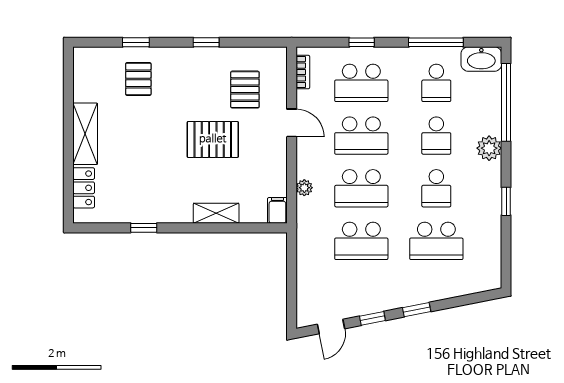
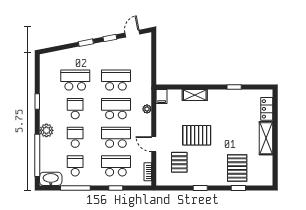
pallet: (138, 79) -> (237, 168), width x1.50, depth x1.42

